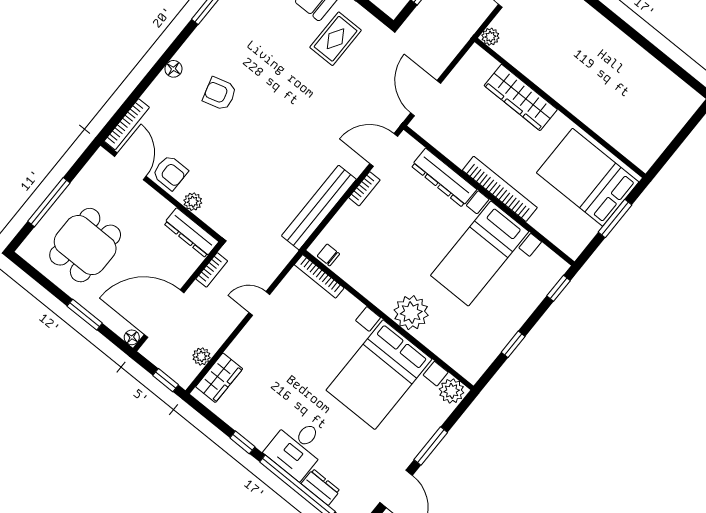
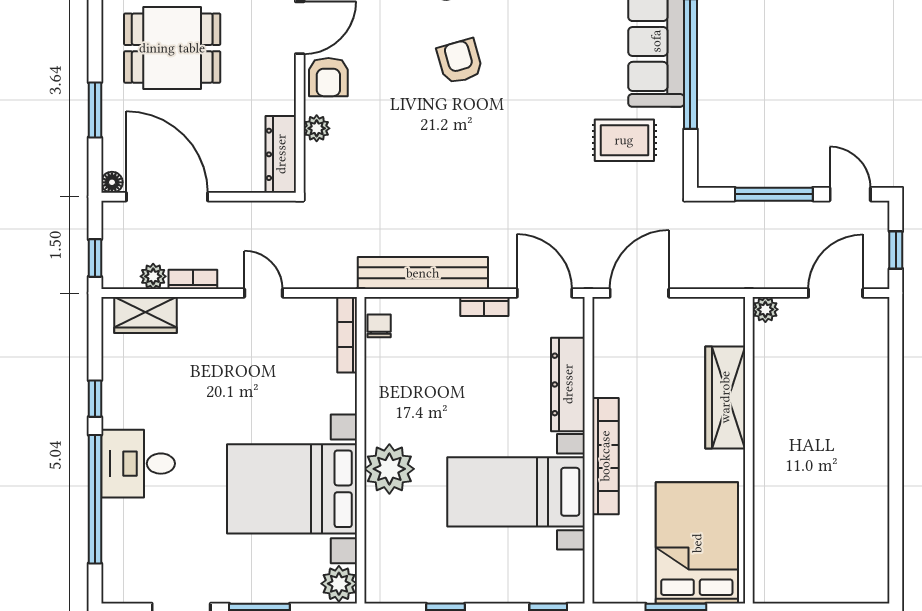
bookcase: (212, 270) -> (193, 279), moved, turned 180
dresser: (321, 487) -> (115, 525), removed

